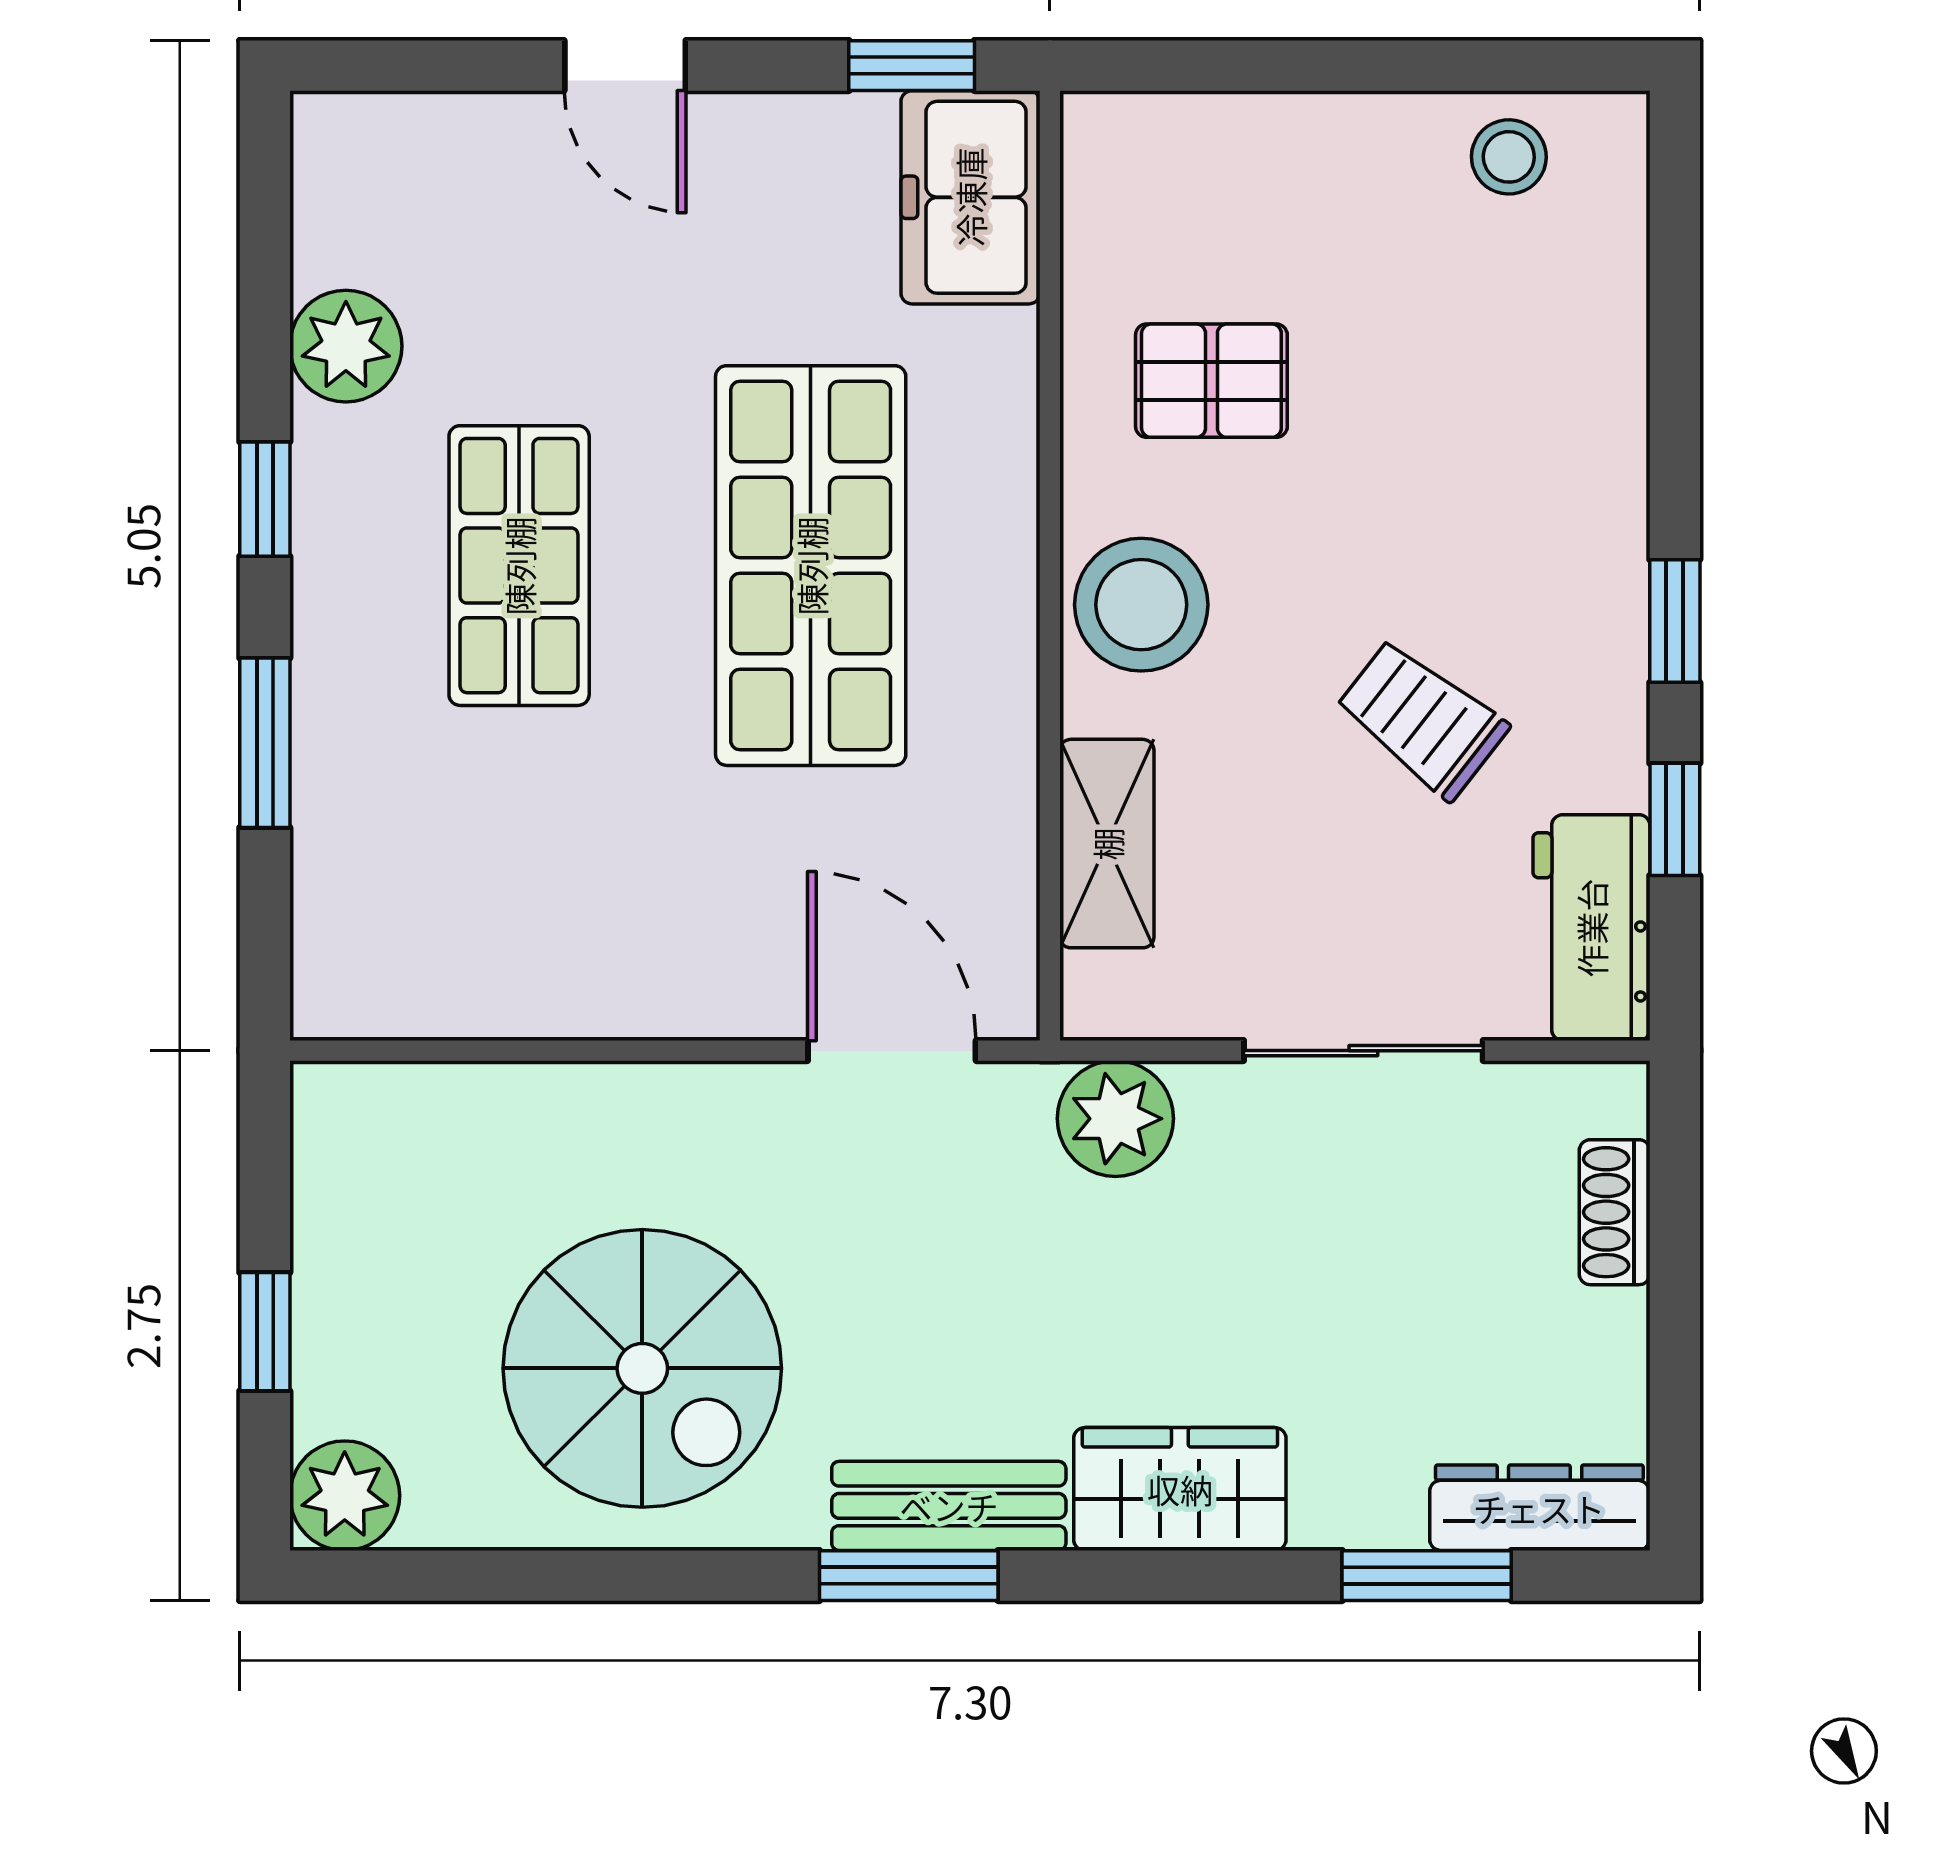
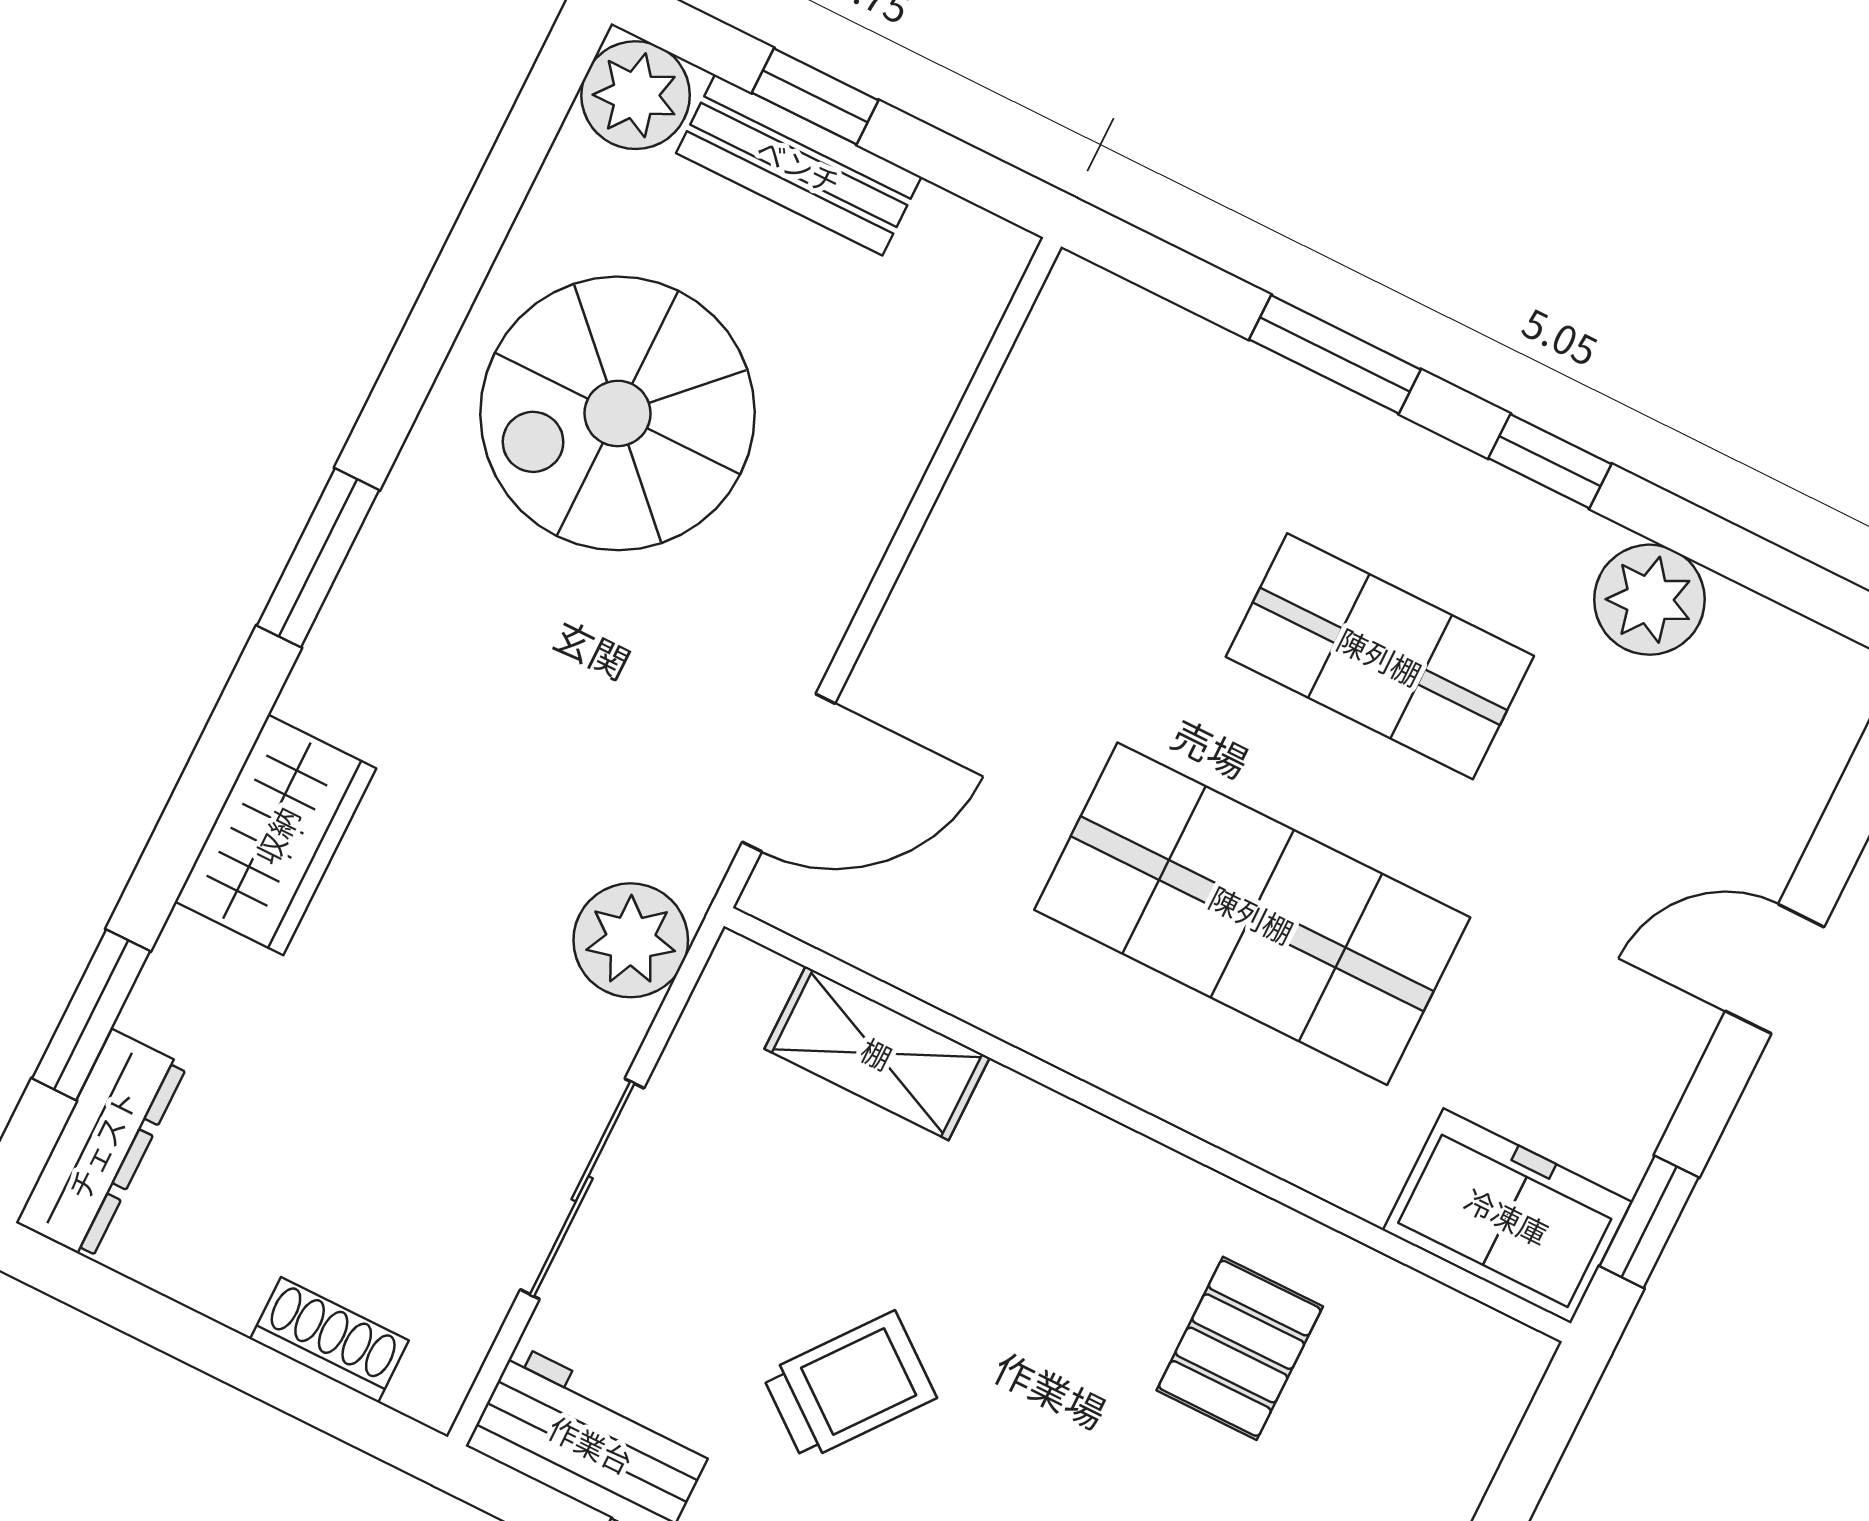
stool: (1141, 605) -> (1073, 1188), removed
bench: (949, 1506) -> (799, 165), moved, turned 90

